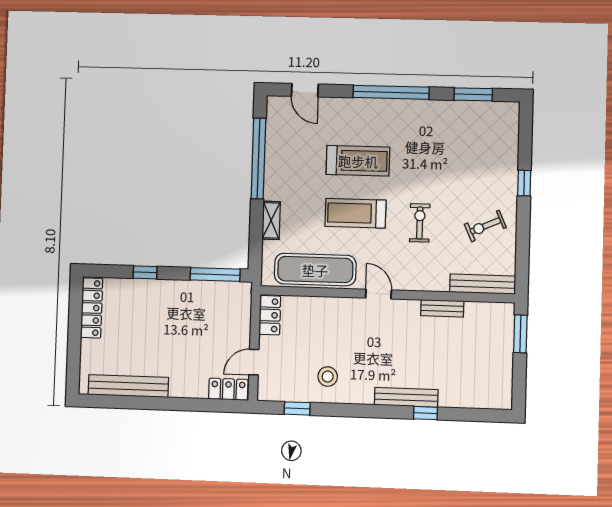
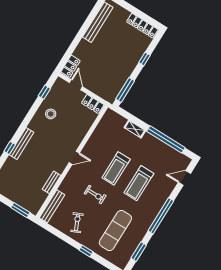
treadmill: (355, 213) -> (116, 168), turned 180
exercise mat: (315, 270) -> (115, 230), moved

